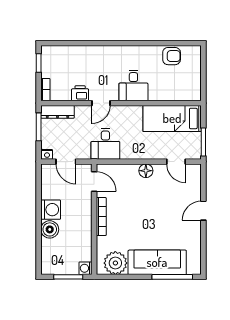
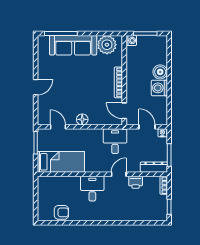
armchair: (172, 56) -> (61, 212), turned 180

